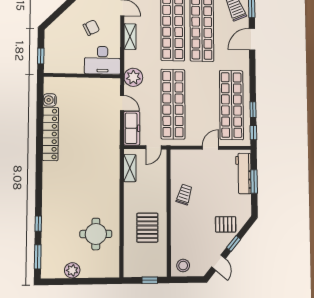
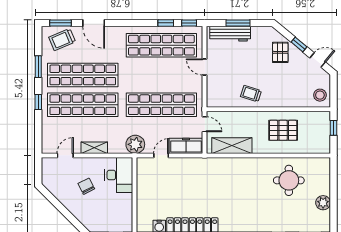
shelving: (130, 168) -> (232, 146), width x1.50, depth x1.33

